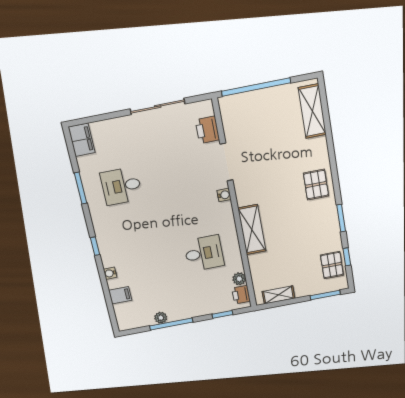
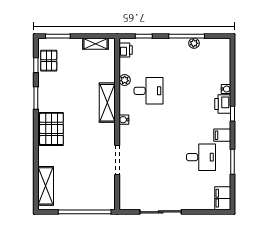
printer: (207, 130) -> (223, 104), moved, turned 180
pallet: (316, 185) -> (51, 129), width x1.50, depth x1.42
water cooler: (224, 195) -> (124, 120), moved
desk: (204, 253) -> (149, 91), turned 180
plant: (239, 279) -> (125, 80), moved
filing cabinet: (120, 295) -> (222, 135), moved

